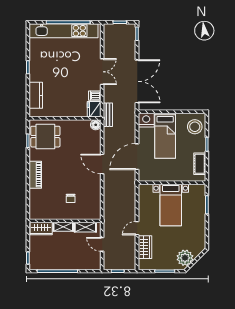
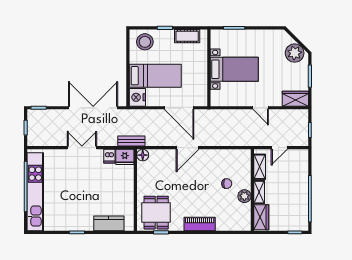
plant: (60, 214) -> (244, 196), added
wardrobe: (145, 247) -> (295, 99), moved

